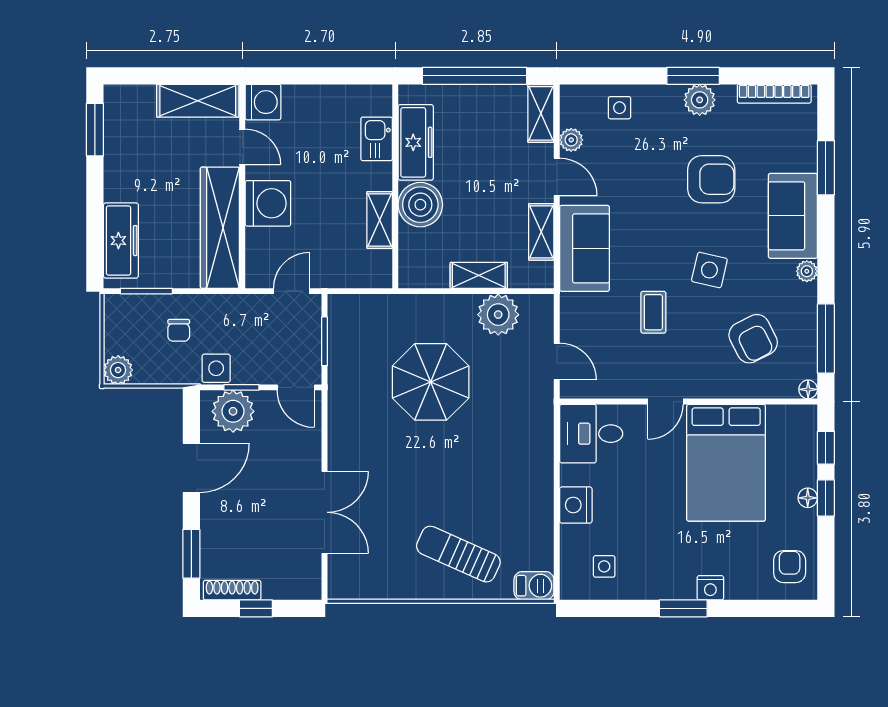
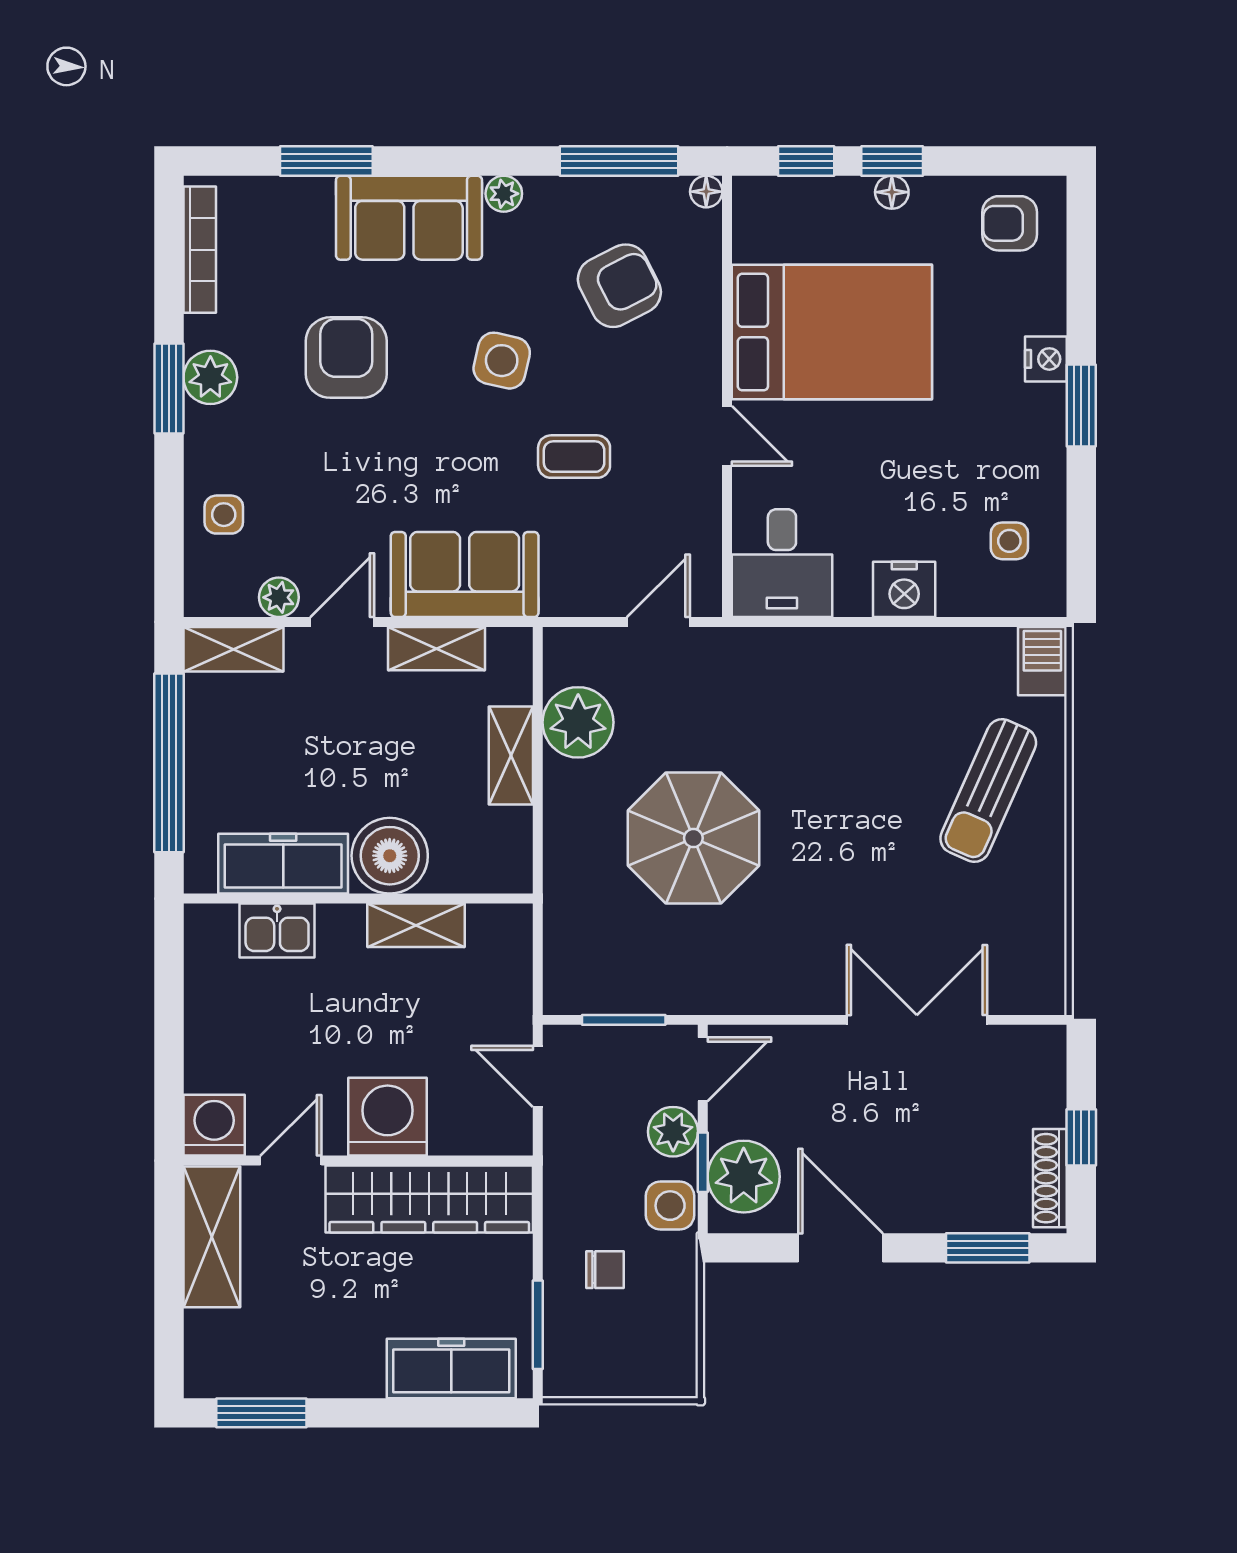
plant: (118, 370) -> (673, 1132), moved

